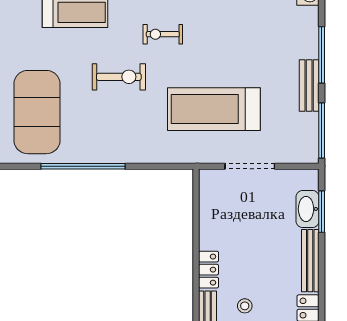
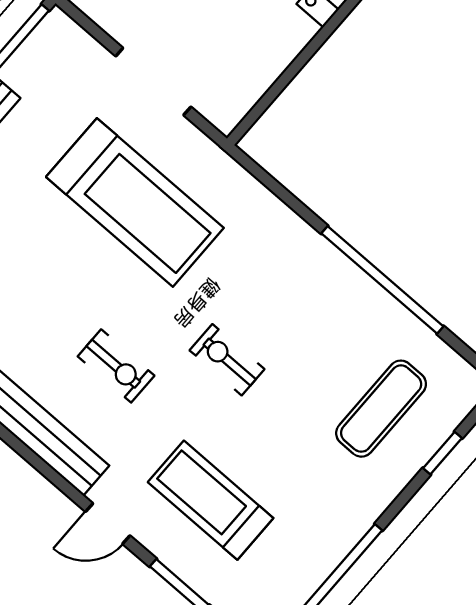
exercise bike: (119, 77) -> (227, 360), width x0.73, depth x0.72
exercise mat: (37, 112) -> (381, 409), width x0.50, depth x0.69

